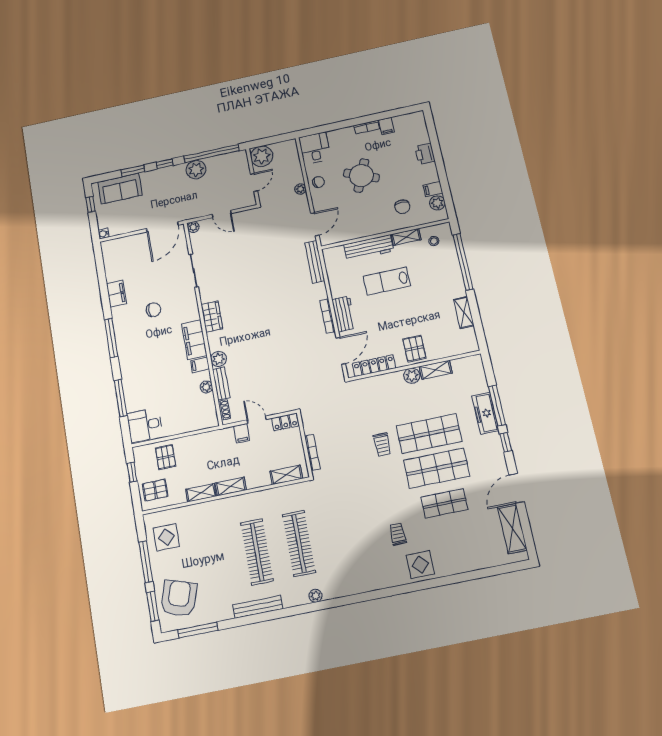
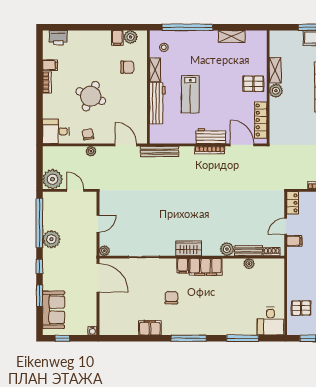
printer: (425, 154) -> (58, 38), moved
filing cabinet: (200, 365) -> (183, 266), moved

